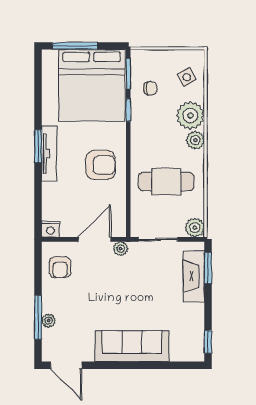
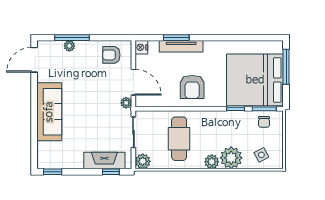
chair: (150, 88) -> (264, 122), moved
window: (38, 146) -> (176, 38), moved
tv unit: (49, 154) -> (181, 46), moved
window: (208, 268) -> (111, 172), width x0.67

